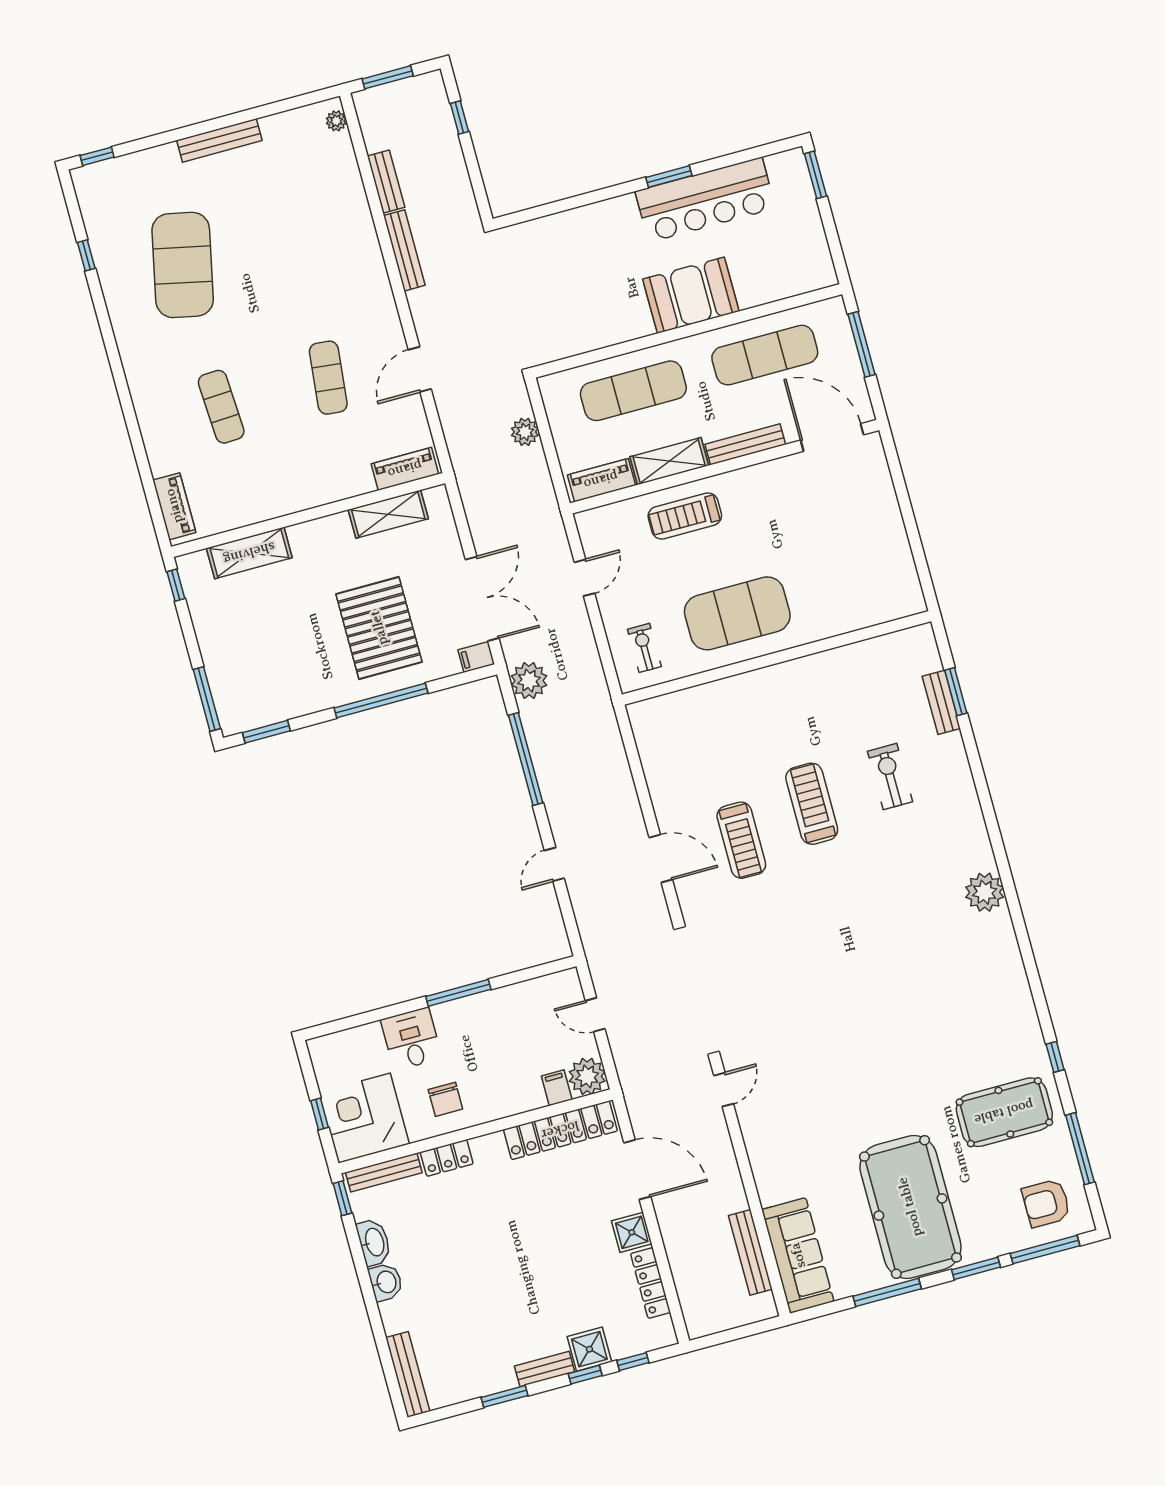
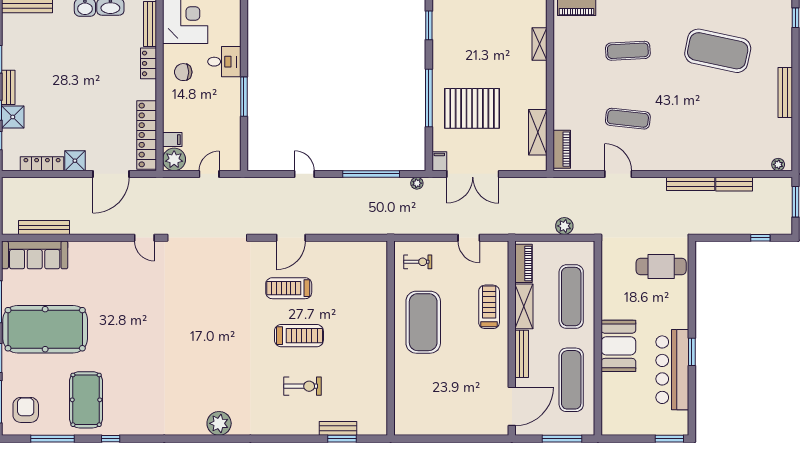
cafe table: (547, 262) -> (661, 266), added
shelving: (249, 553) -> (540, 44), width x0.67, depth x0.75
plant: (529, 681) -> (417, 183), width x0.53, depth x0.53

